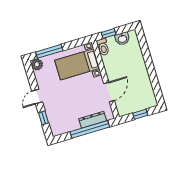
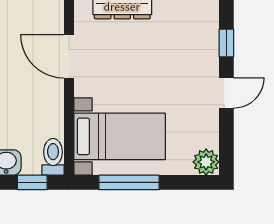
window: (49, 51) -> (129, 182), moved
door: (109, 92) -> (69, 56), hinge flipped

